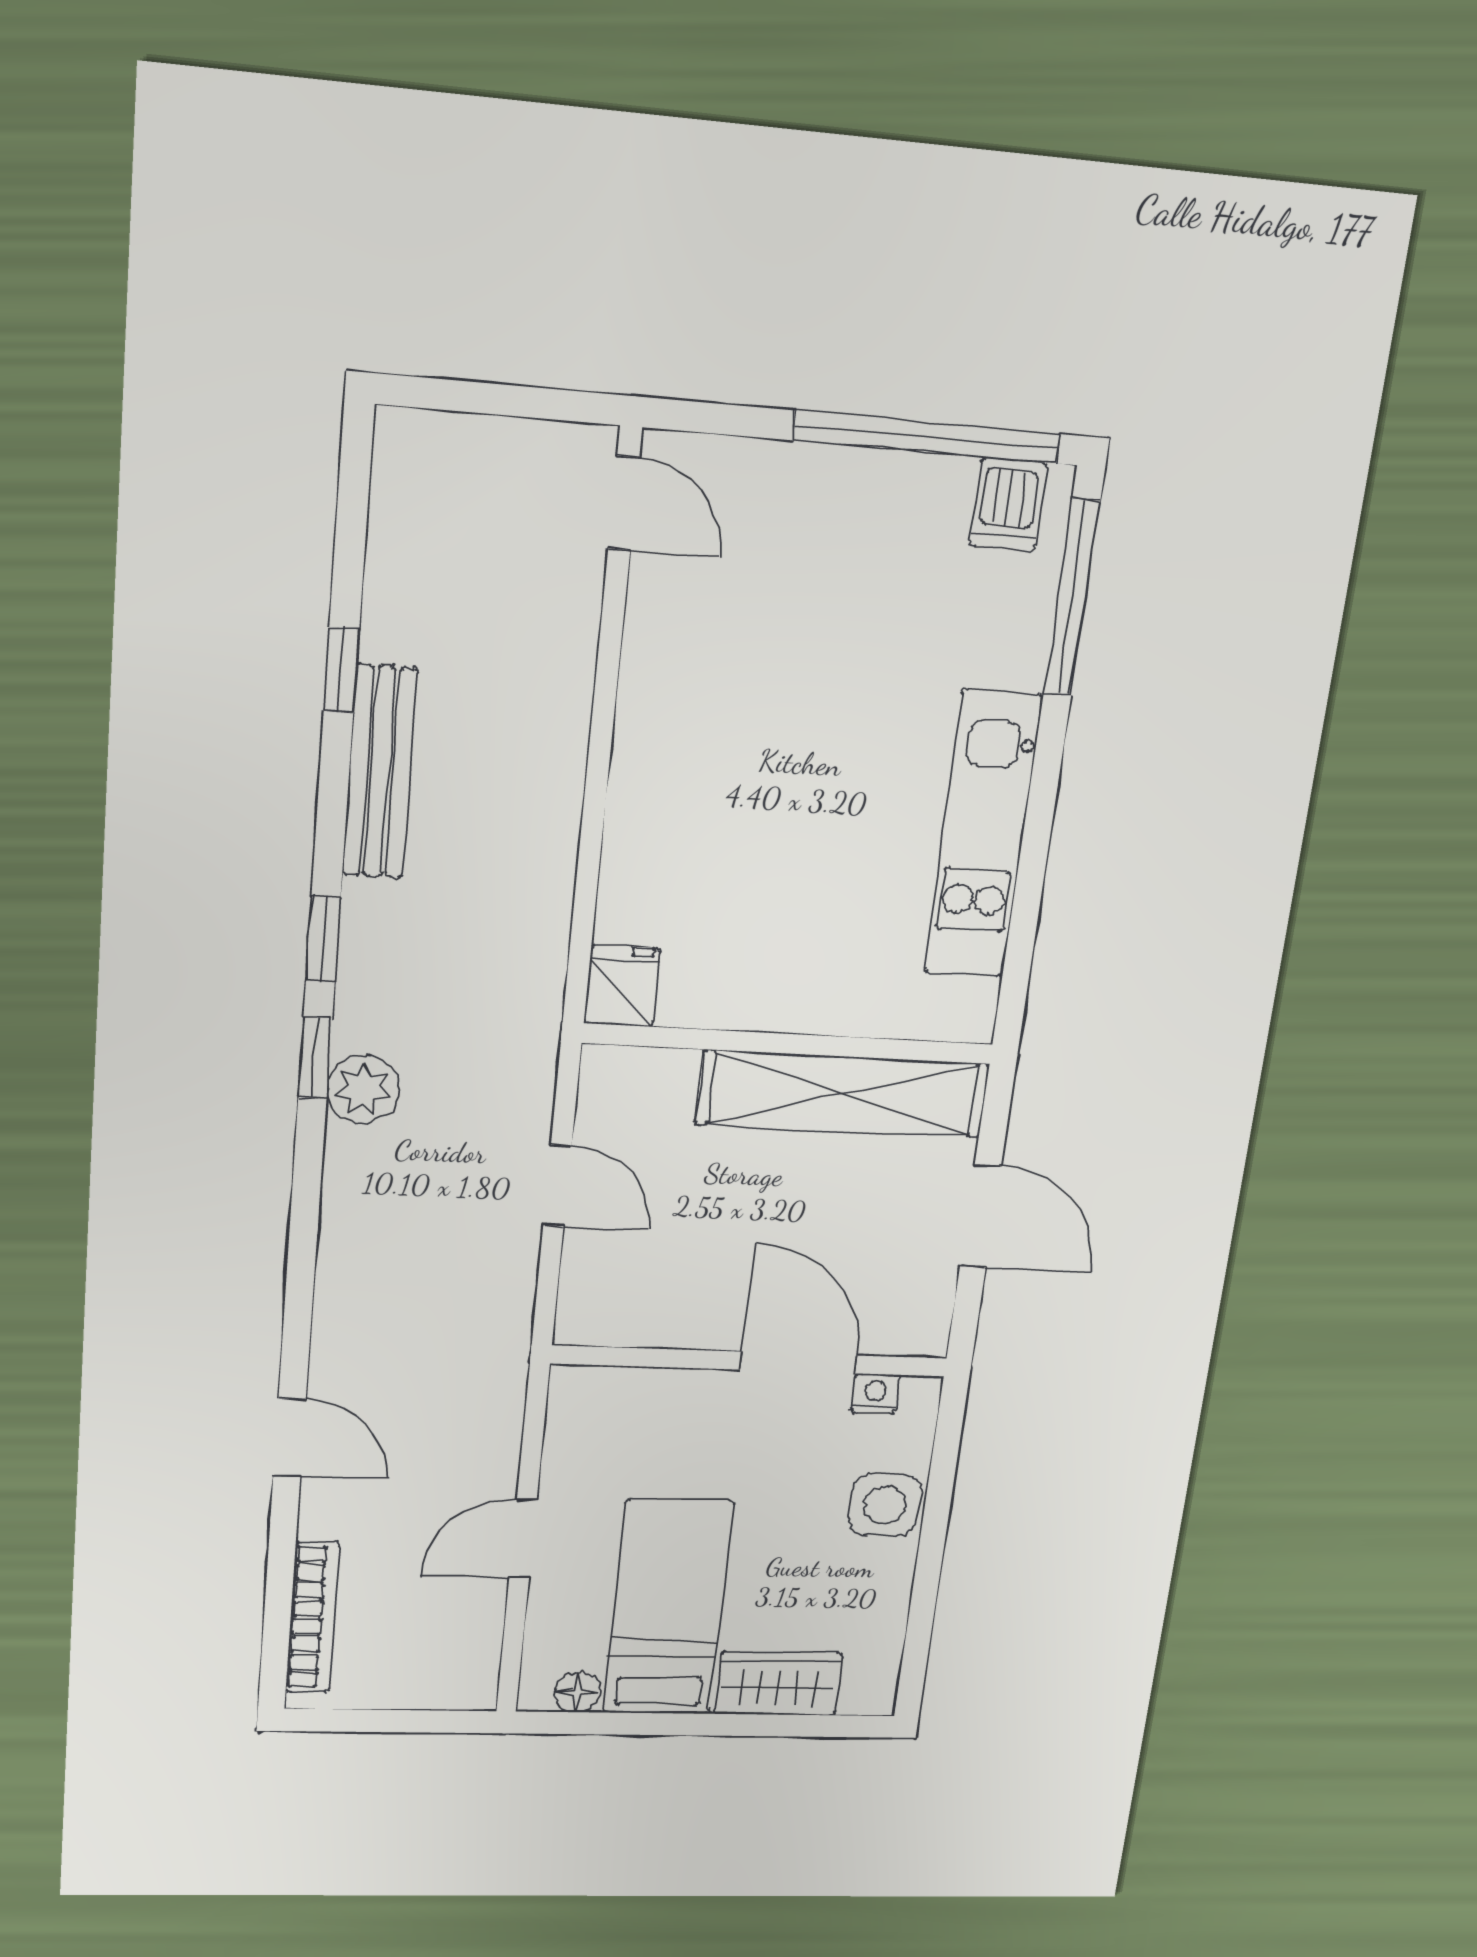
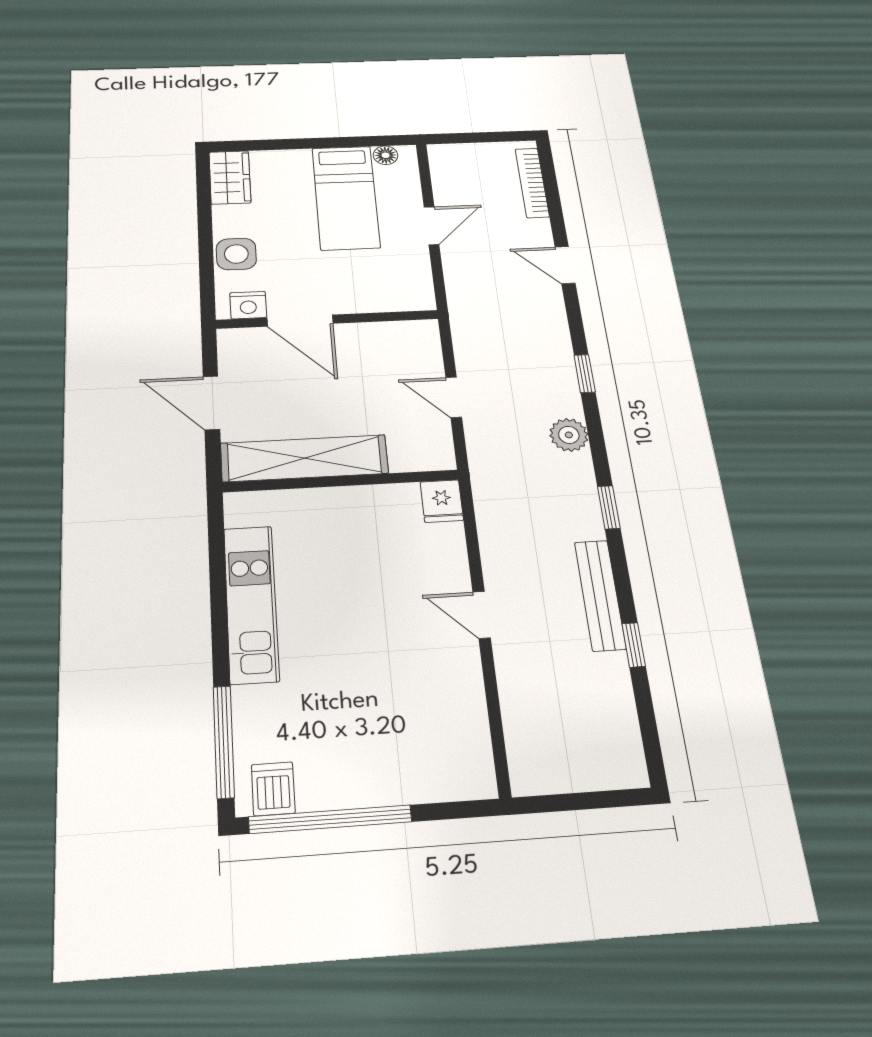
door: (624, 503) -> (482, 615), moved
window: (315, 1058) -> (585, 374), moved
nightstand: (875, 1394) -> (248, 305), width x1.39, depth x1.35
wardrobe: (778, 1683) -> (230, 177), moved, turned -90

